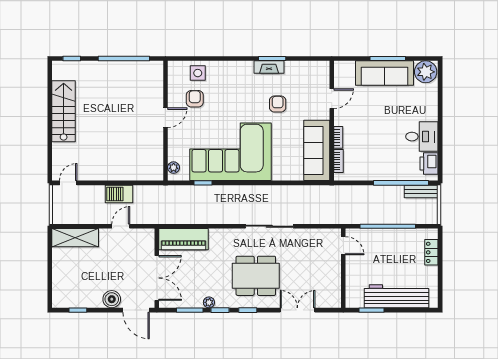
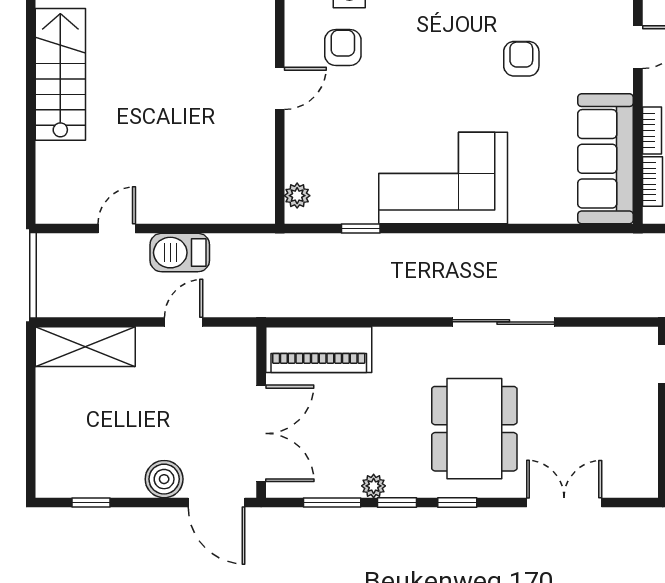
corner sofa: (231, 152) -> (443, 178), width x0.73, depth x0.74
door: (68, 183) -> (117, 229), moved
dining table: (256, 276) -> (474, 429), turned 90

